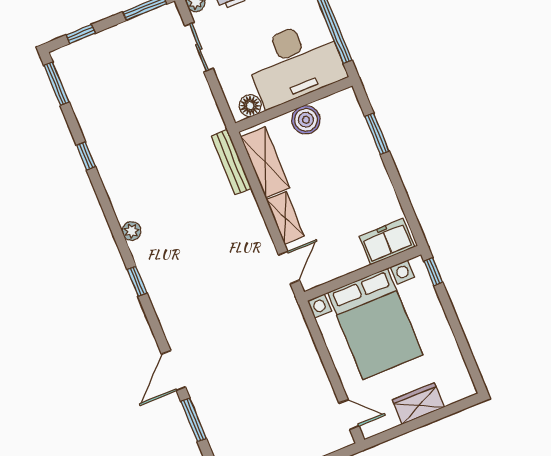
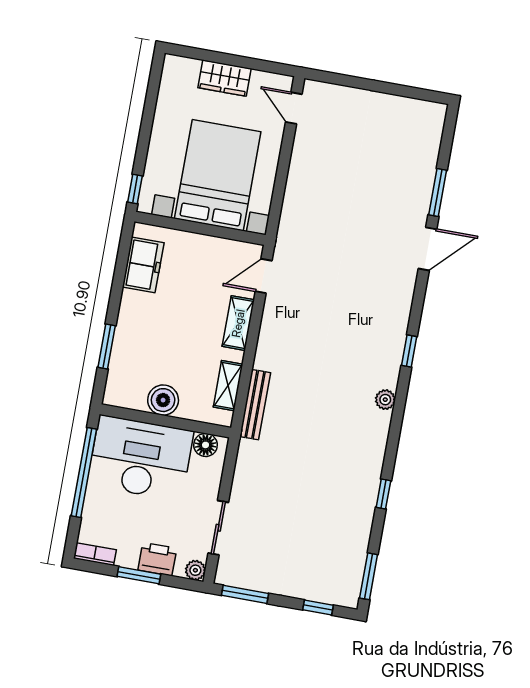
shelving: (265, 162) -> (228, 386), width x0.67, depth x0.75
freezer: (387, 242) -> (143, 265), moved, turned -90

